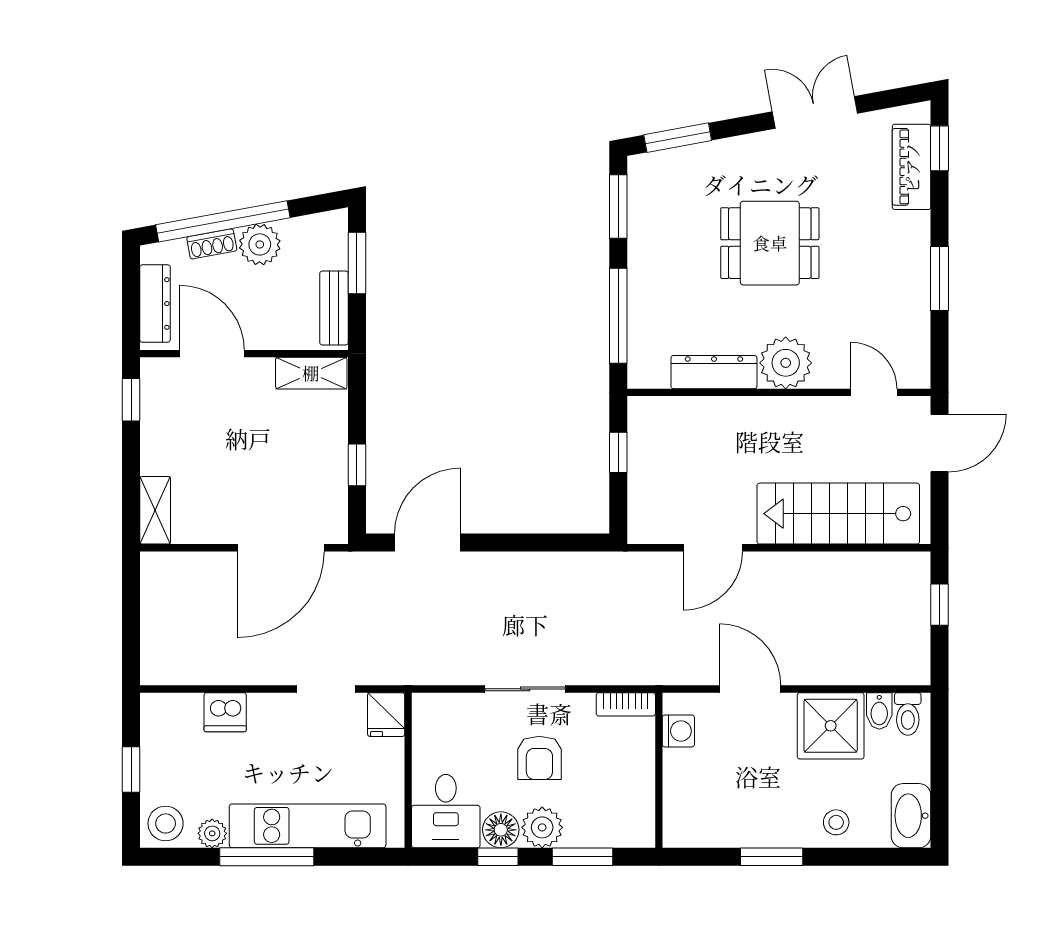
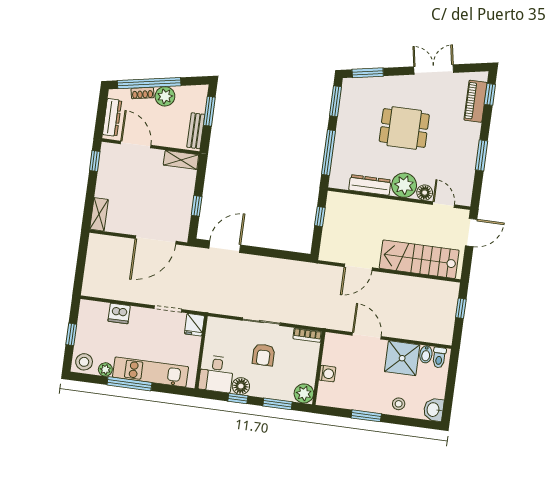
floor lamp: (831, 373) -> (425, 193), added
washing machine: (678, 731) -> (327, 374), moved
washbasin: (911, 816) -> (434, 410), width x0.72
plant: (542, 827) -> (304, 393), moved

